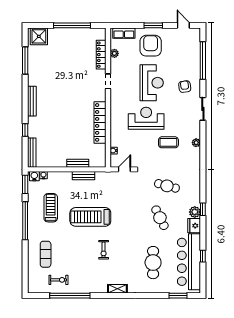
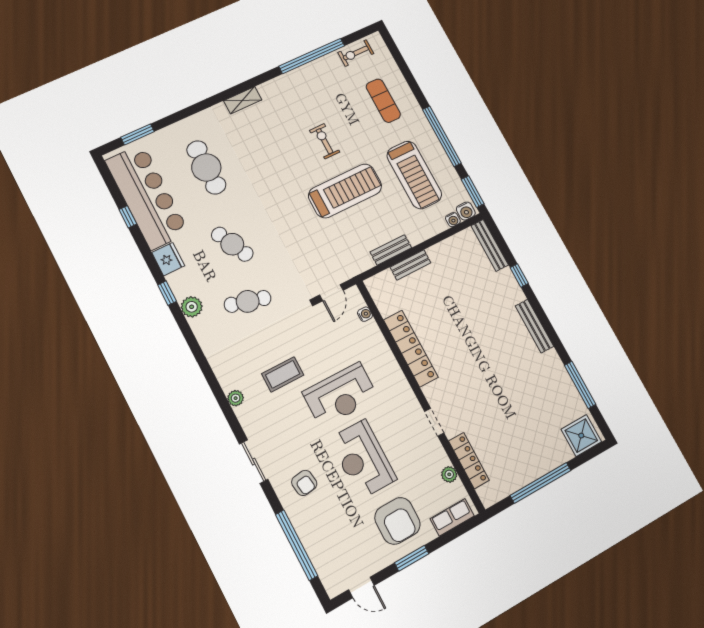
treadmill: (51, 208) -> (414, 175), width x1.37, depth x1.38
plant: (195, 212) -> (192, 307), moved
exercise bike: (104, 250) -> (325, 141), moved
exercise bike: (58, 280) -> (356, 53), moved

